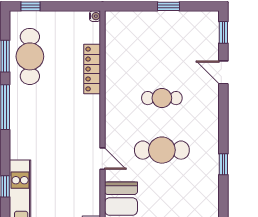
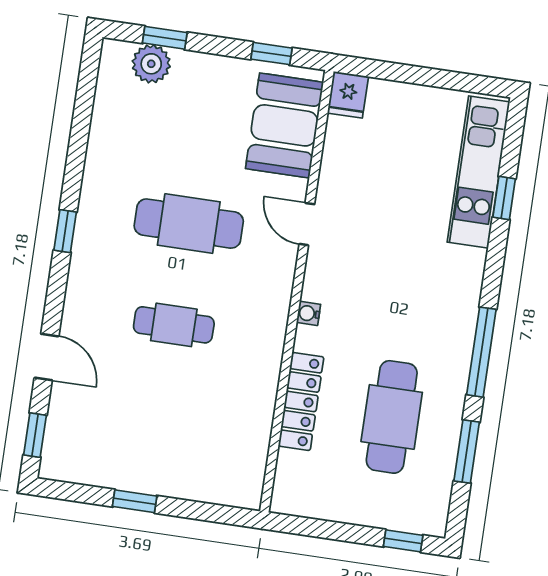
water cooler: (95, 16) -> (309, 313), moved
cafe table: (30, 56) -> (392, 417), moved
window: (223, 164) -> (65, 231), moved

